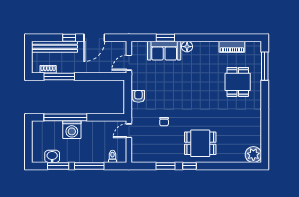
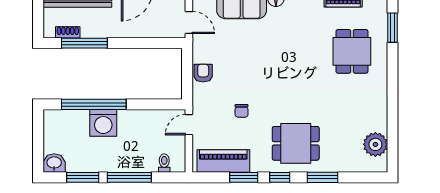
door: (129, 63) -> (189, 22), swing flipped
window: (265, 66) -> (392, 28), width x0.69
piano: (152, 155) -> (223, 161), added
plant: (253, 155) -> (375, 144), moved
washbasin: (52, 156) -> (54, 163), moved
window: (218, 166) -> (322, 177), added

